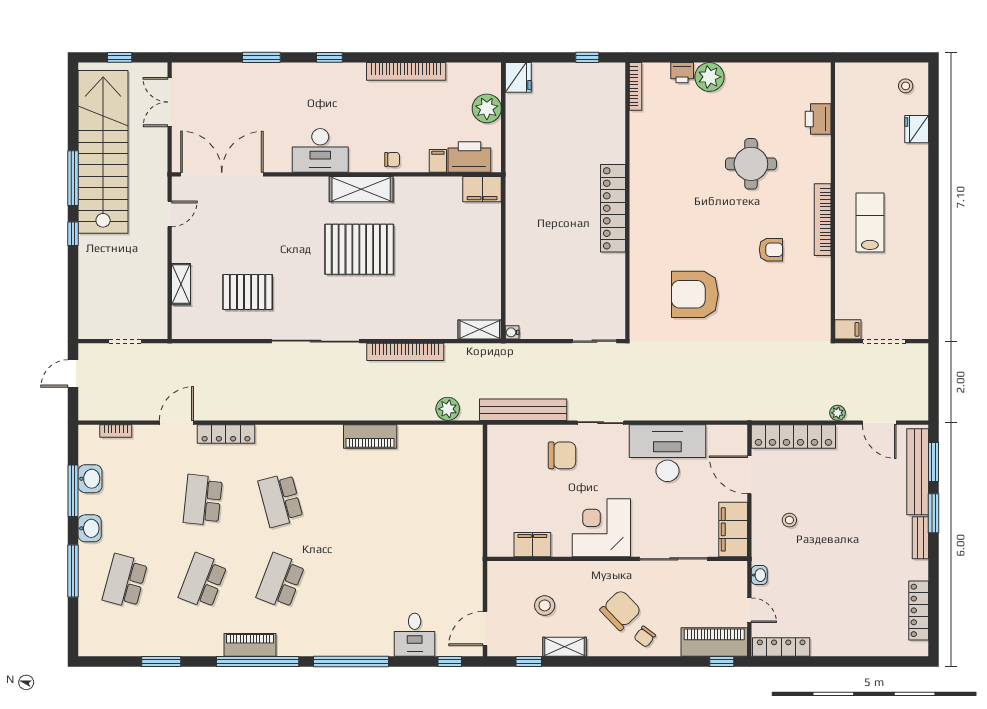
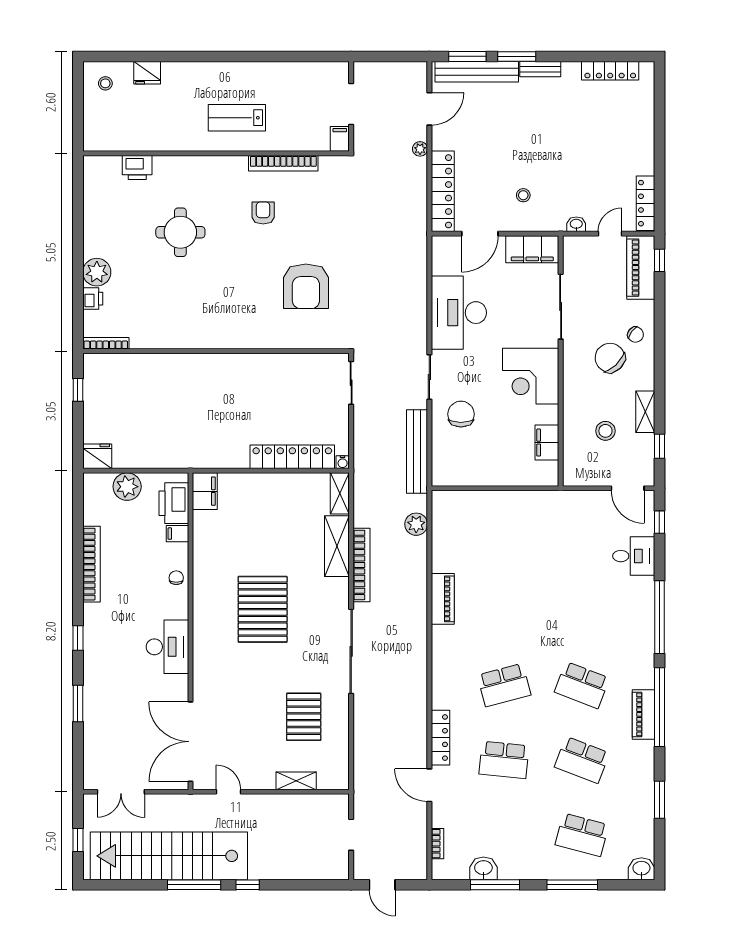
shelving: (361, 189) -> (337, 546), moved
locker: (613, 208) -> (292, 457), moved, turned 180
bookcase: (823, 220) -> (283, 163), moved
washbasin: (90, 528) -> (641, 869), moved

